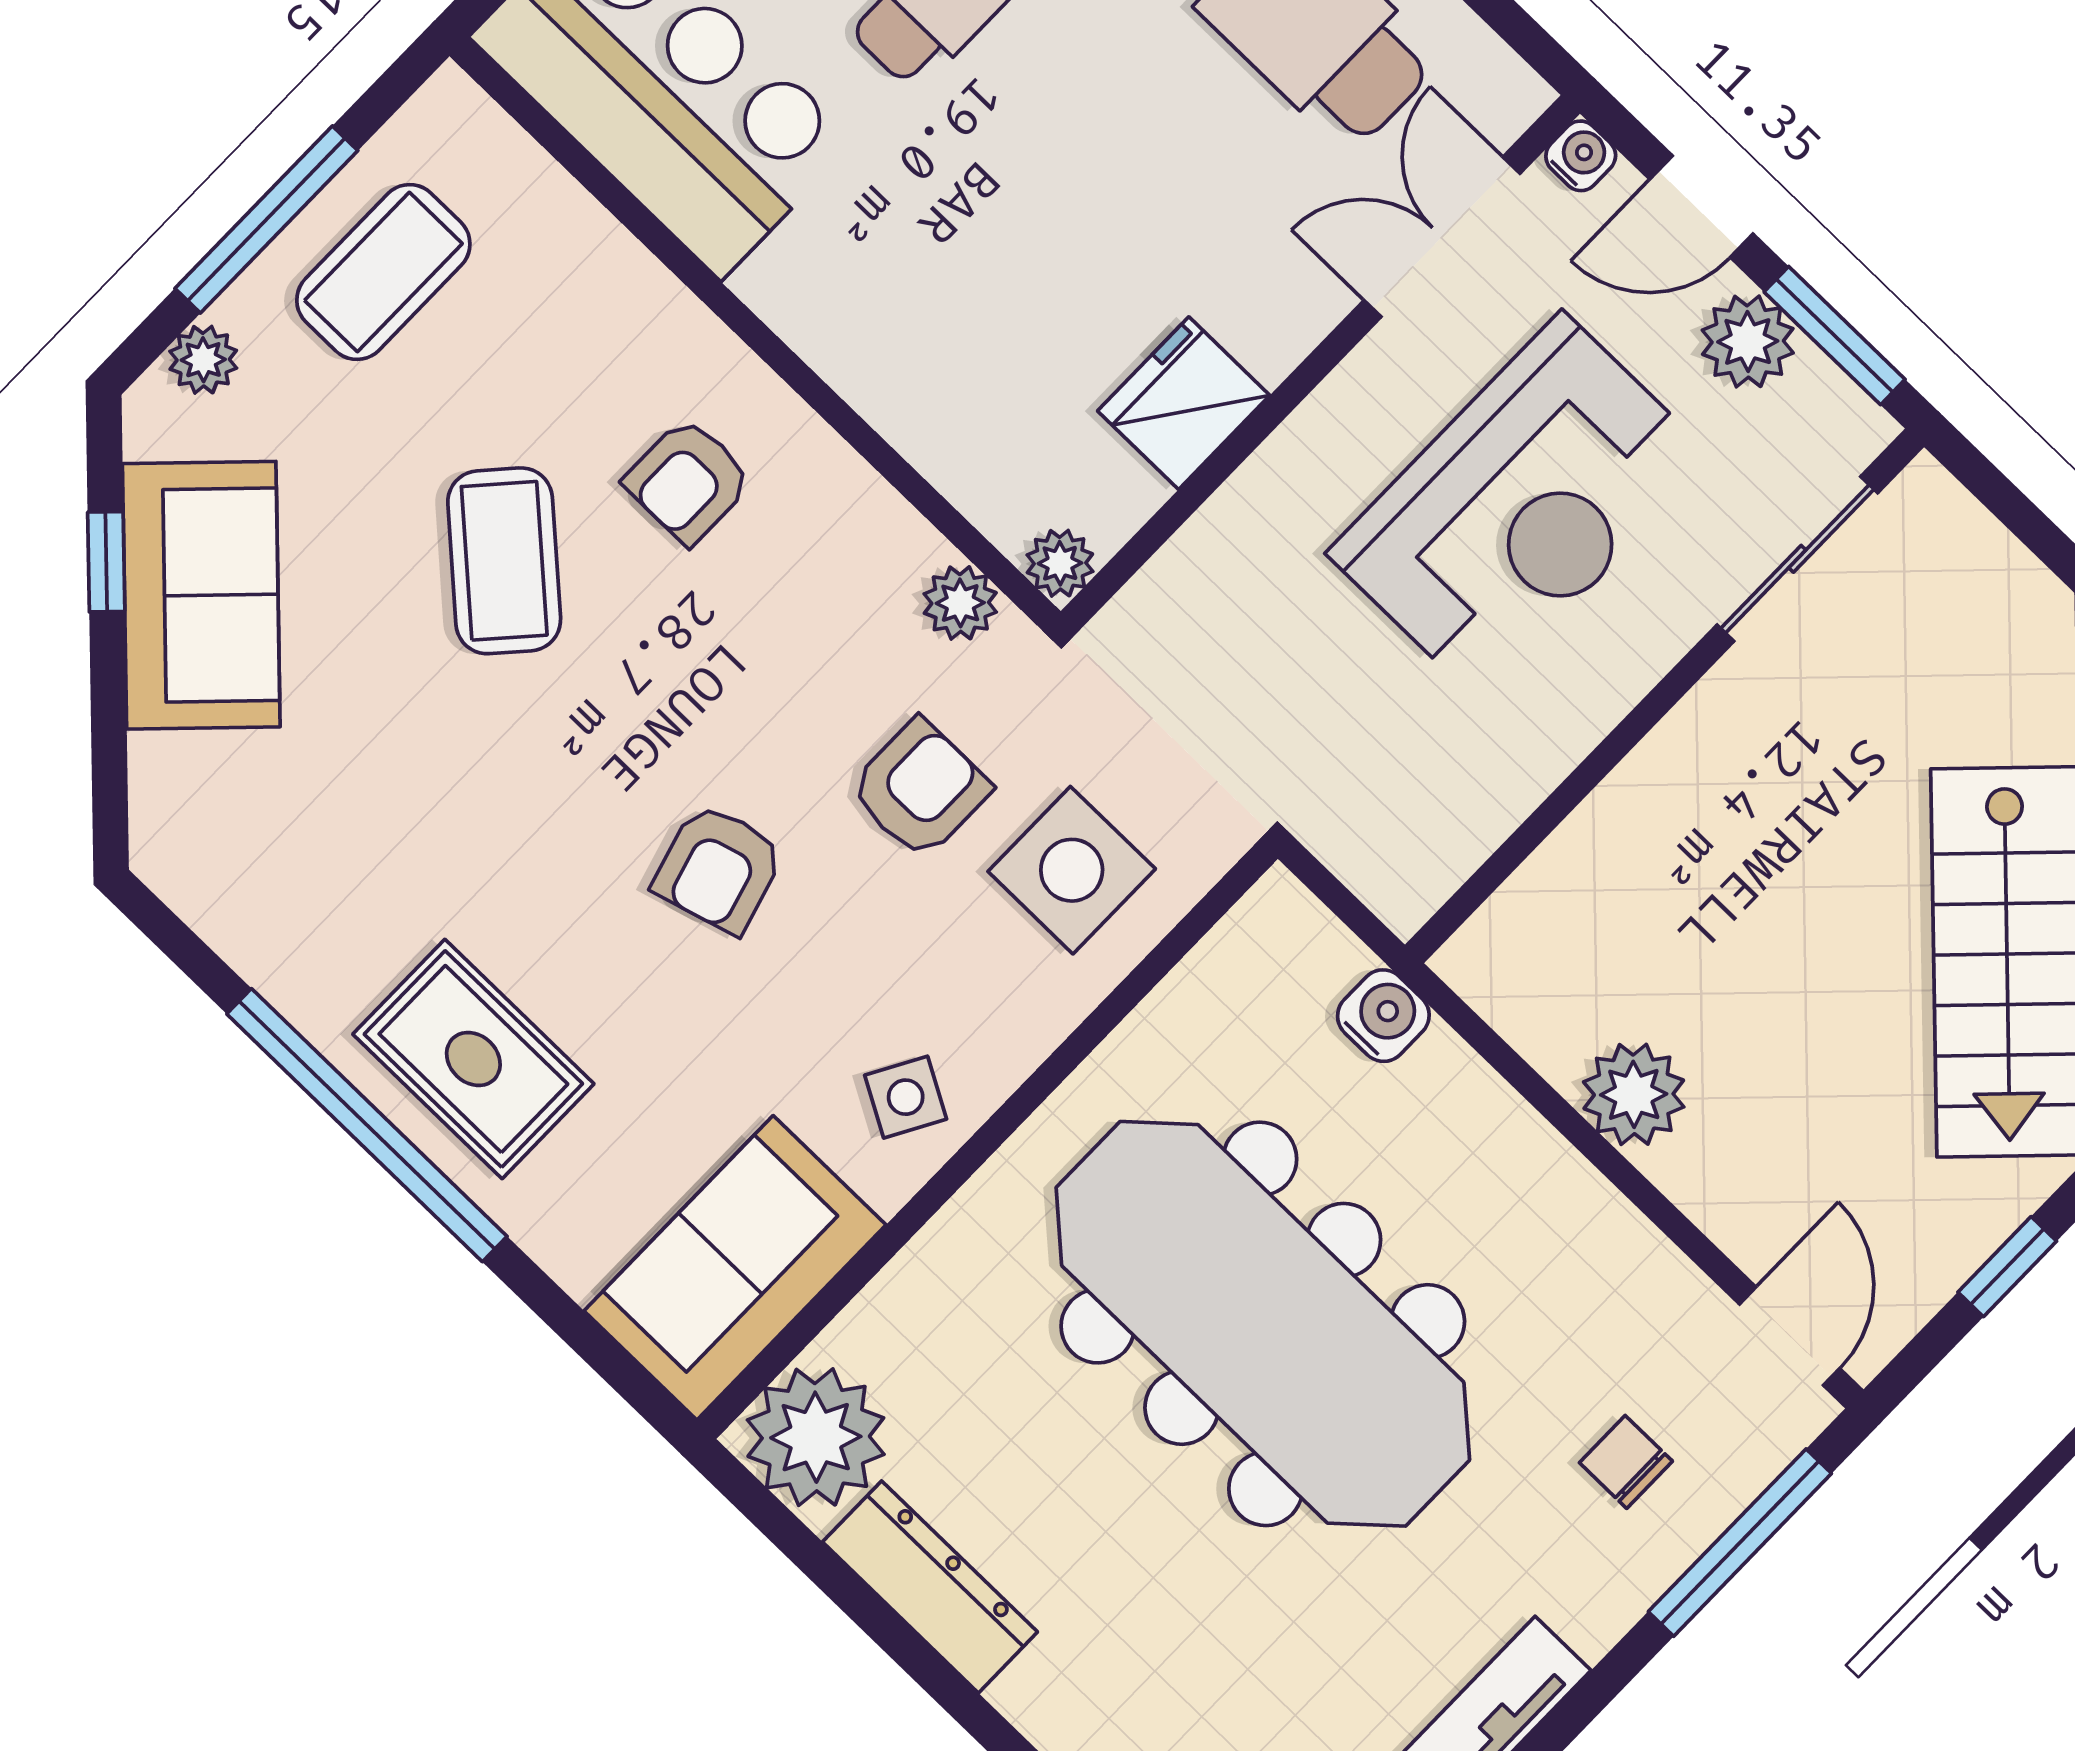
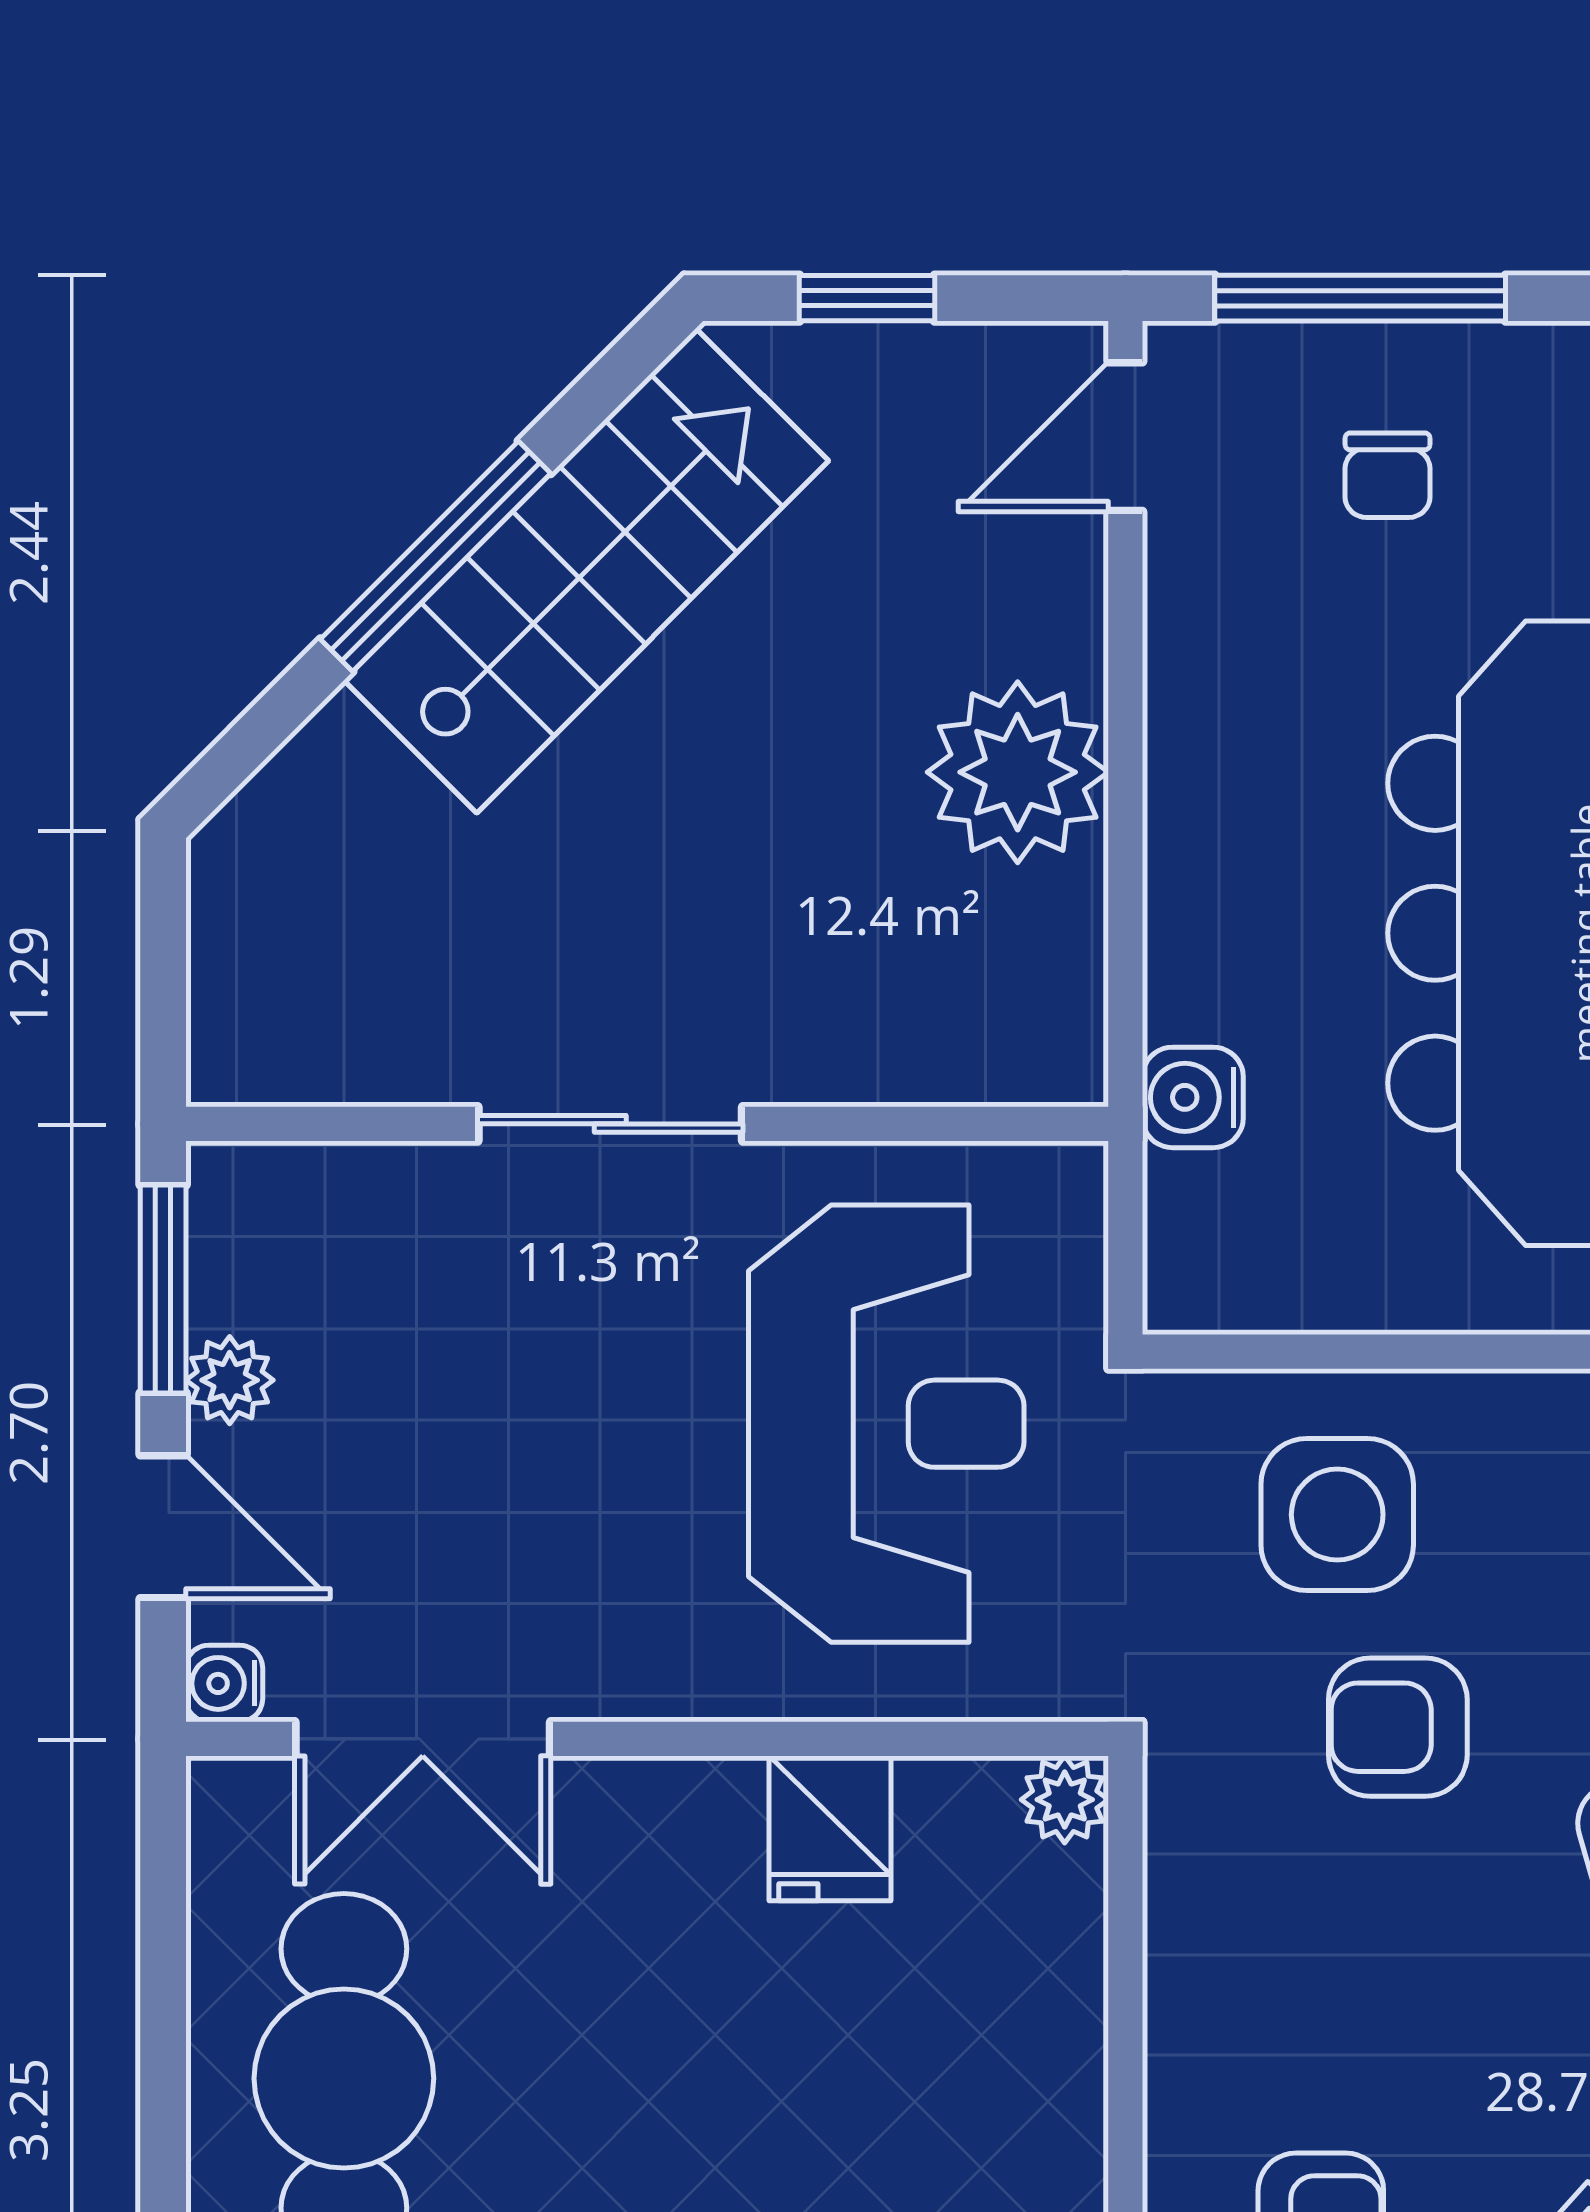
plant: (1748, 341) -> (230, 1380), width x0.73, depth x0.73
fridge: (1184, 403) -> (830, 1828), width x0.72
reception desk: (1520, 506) -> (886, 1424), moved, turned 90
sliding door: (1797, 559) -> (610, 1124), moved
plant: (960, 603) -> (1190, 1856), removed
plant: (1634, 1094) -> (1018, 772), width x1.36, depth x1.36

